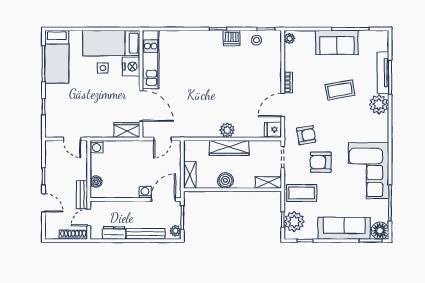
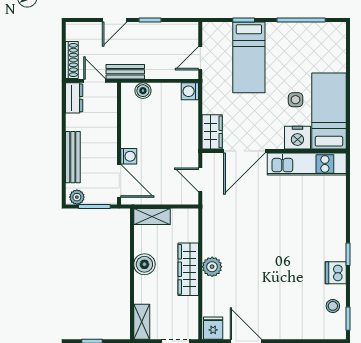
bed: (57, 57) -> (249, 57), moved, turned -90
dresser: (114, 233) -> (74, 98), moved

